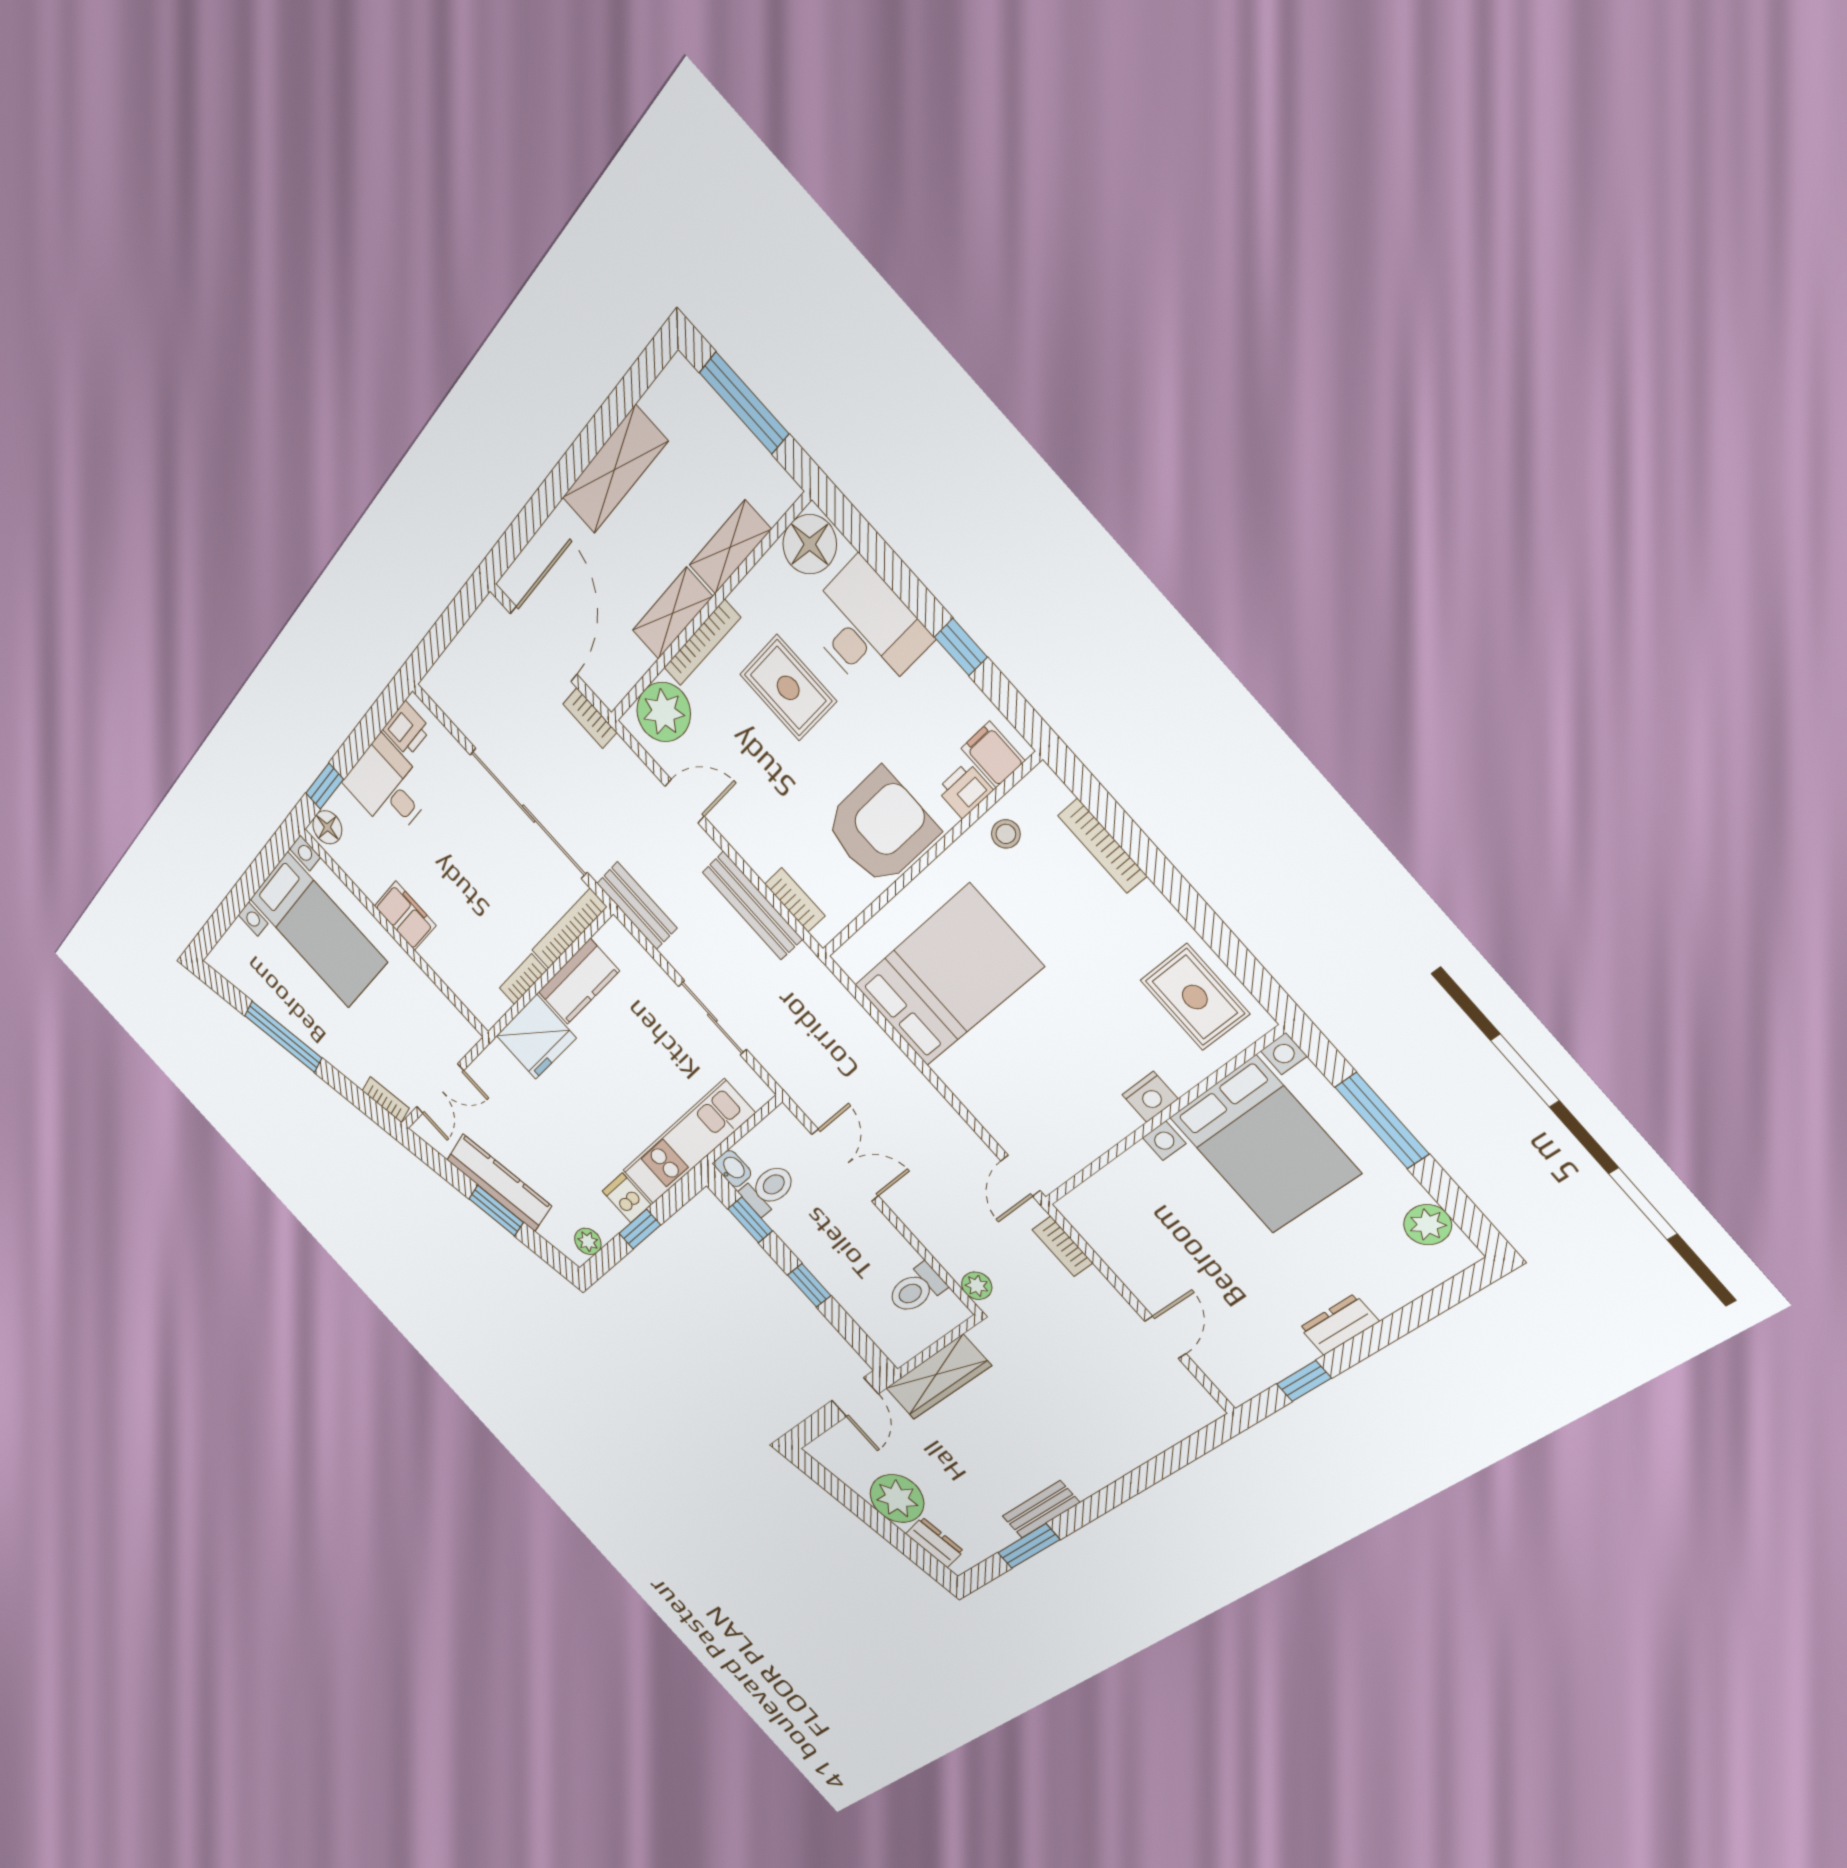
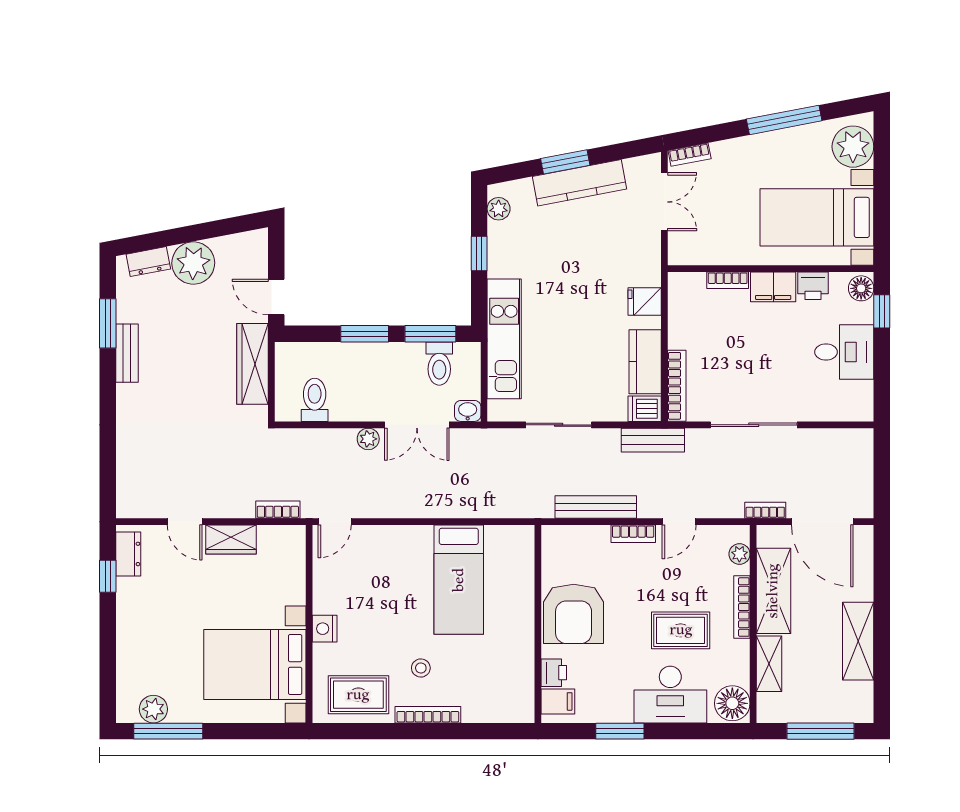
shelving: (672, 613) -> (773, 591), width x1.50, depth x1.33
window: (961, 647) -> (620, 731), width x1.50
plant: (664, 712) -> (739, 554), width x0.53, depth x0.53
printer: (407, 729) -> (813, 286), moved, turned -90
sliding door: (529, 814) -> (754, 425), width x0.73
stool: (1006, 834) -> (421, 668), moved
bookcase: (1102, 846) -> (428, 715), moved
bookcase: (795, 900) -> (633, 534), moved
plant: (242, 953) -> (853, 147), added
bed: (948, 976) -> (459, 580), width x0.67
bookcase: (523, 979) -> (728, 280), moved, turned 90
fridge: (536, 1037) -> (645, 301), width x0.53, depth x0.75
double door: (440, 1089) -> (664, 202), swing flipped
window: (1382, 1121) -> (168, 731), moved
washbasin: (733, 1169) -> (468, 411), moved, turned 180
door: (1020, 1176) -> (335, 522), swing flipped
dishwasher: (627, 1198) -> (645, 409), moved, turned 180
window: (750, 1220) -> (430, 334), width x1.50
wardrobe: (1140, 1274) -> (231, 539), added
window: (809, 1285) -> (365, 334), width x1.50
plant: (977, 1286) -> (368, 439), moved
dresser: (1339, 1325) -> (128, 554), moved

